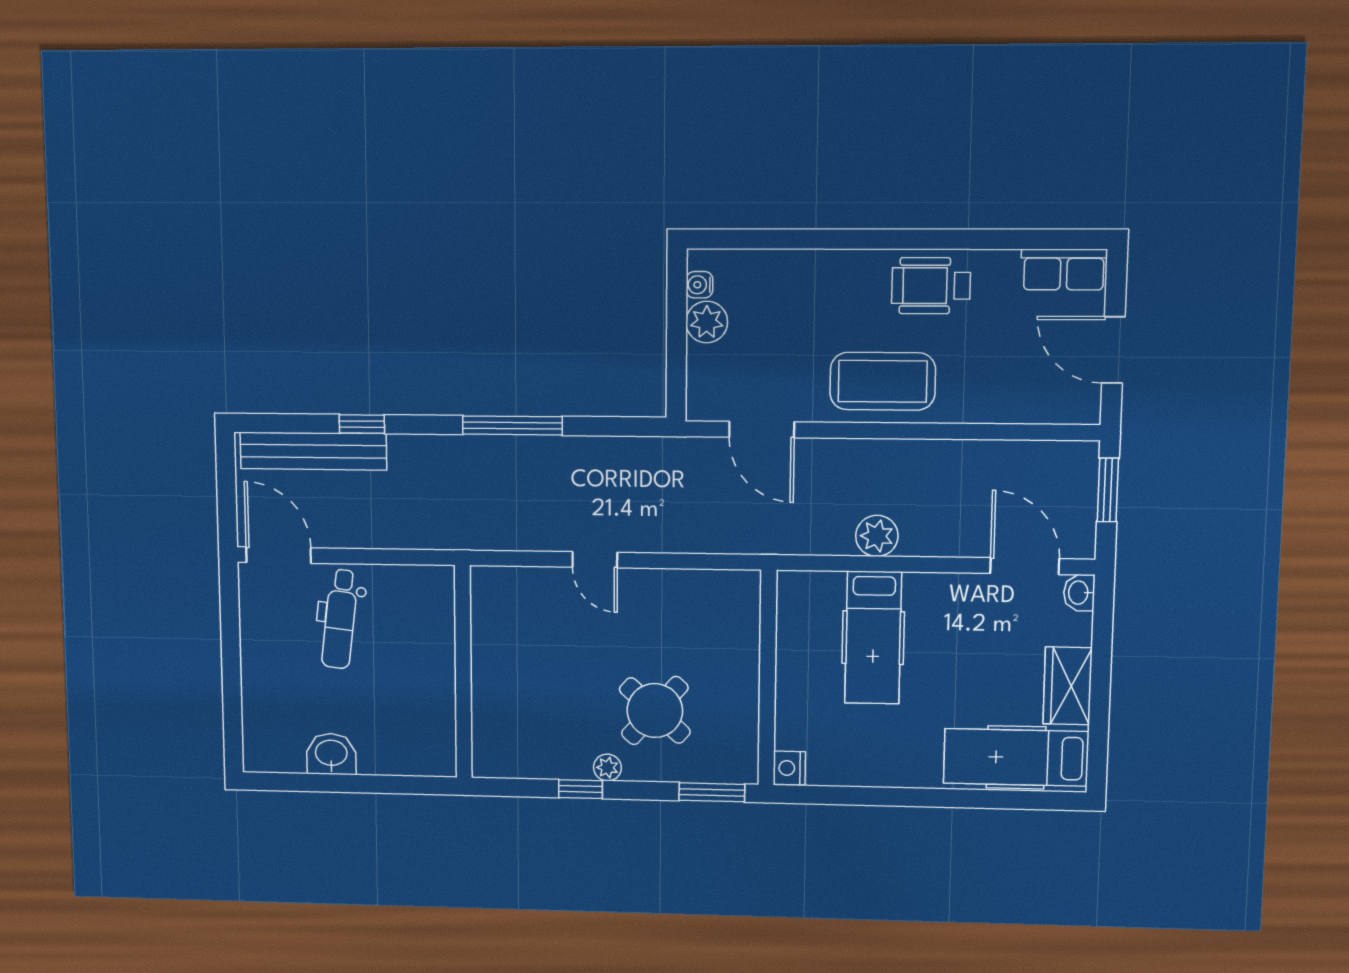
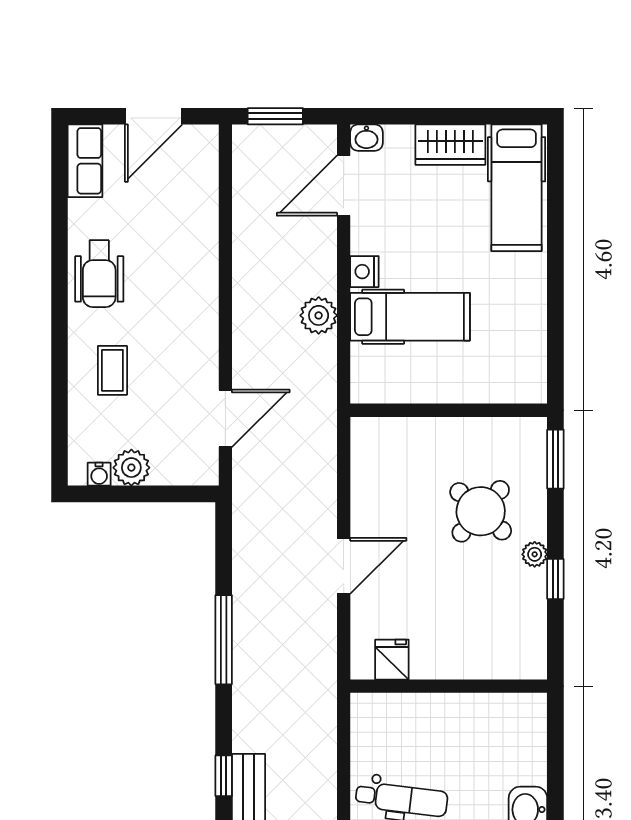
coffee table: (883, 381) -> (112, 370), moved, width x0.54, depth x0.58
door: (595, 560) -> (344, 566), width x1.38
fridge: (492, 611) -> (392, 660), added
nightstand: (789, 768) -> (364, 272), moved, turned 90

